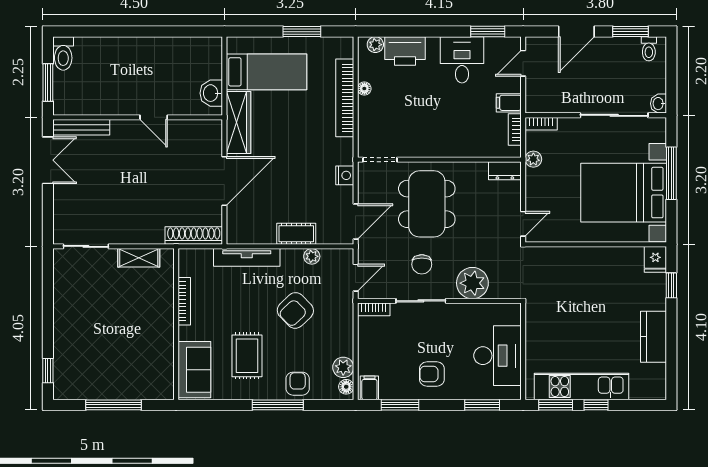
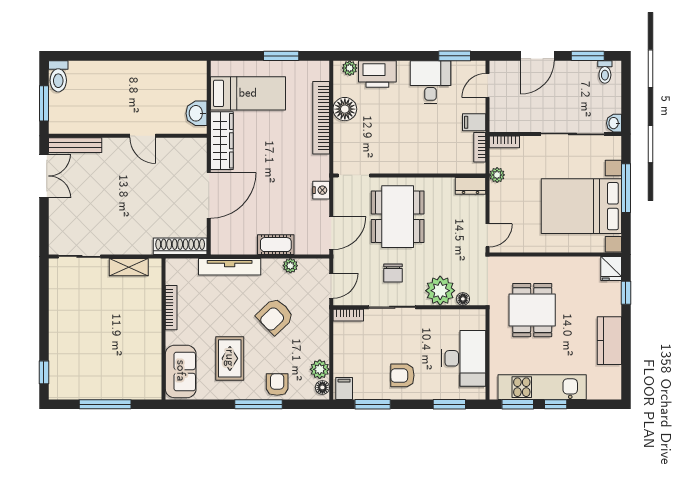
floor lamp: (364, 89) -> (345, 109), width x1.89, depth x1.89
floor lamp: (497, 292) -> (463, 299), added
dining table: (571, 304) -> (532, 310), added

